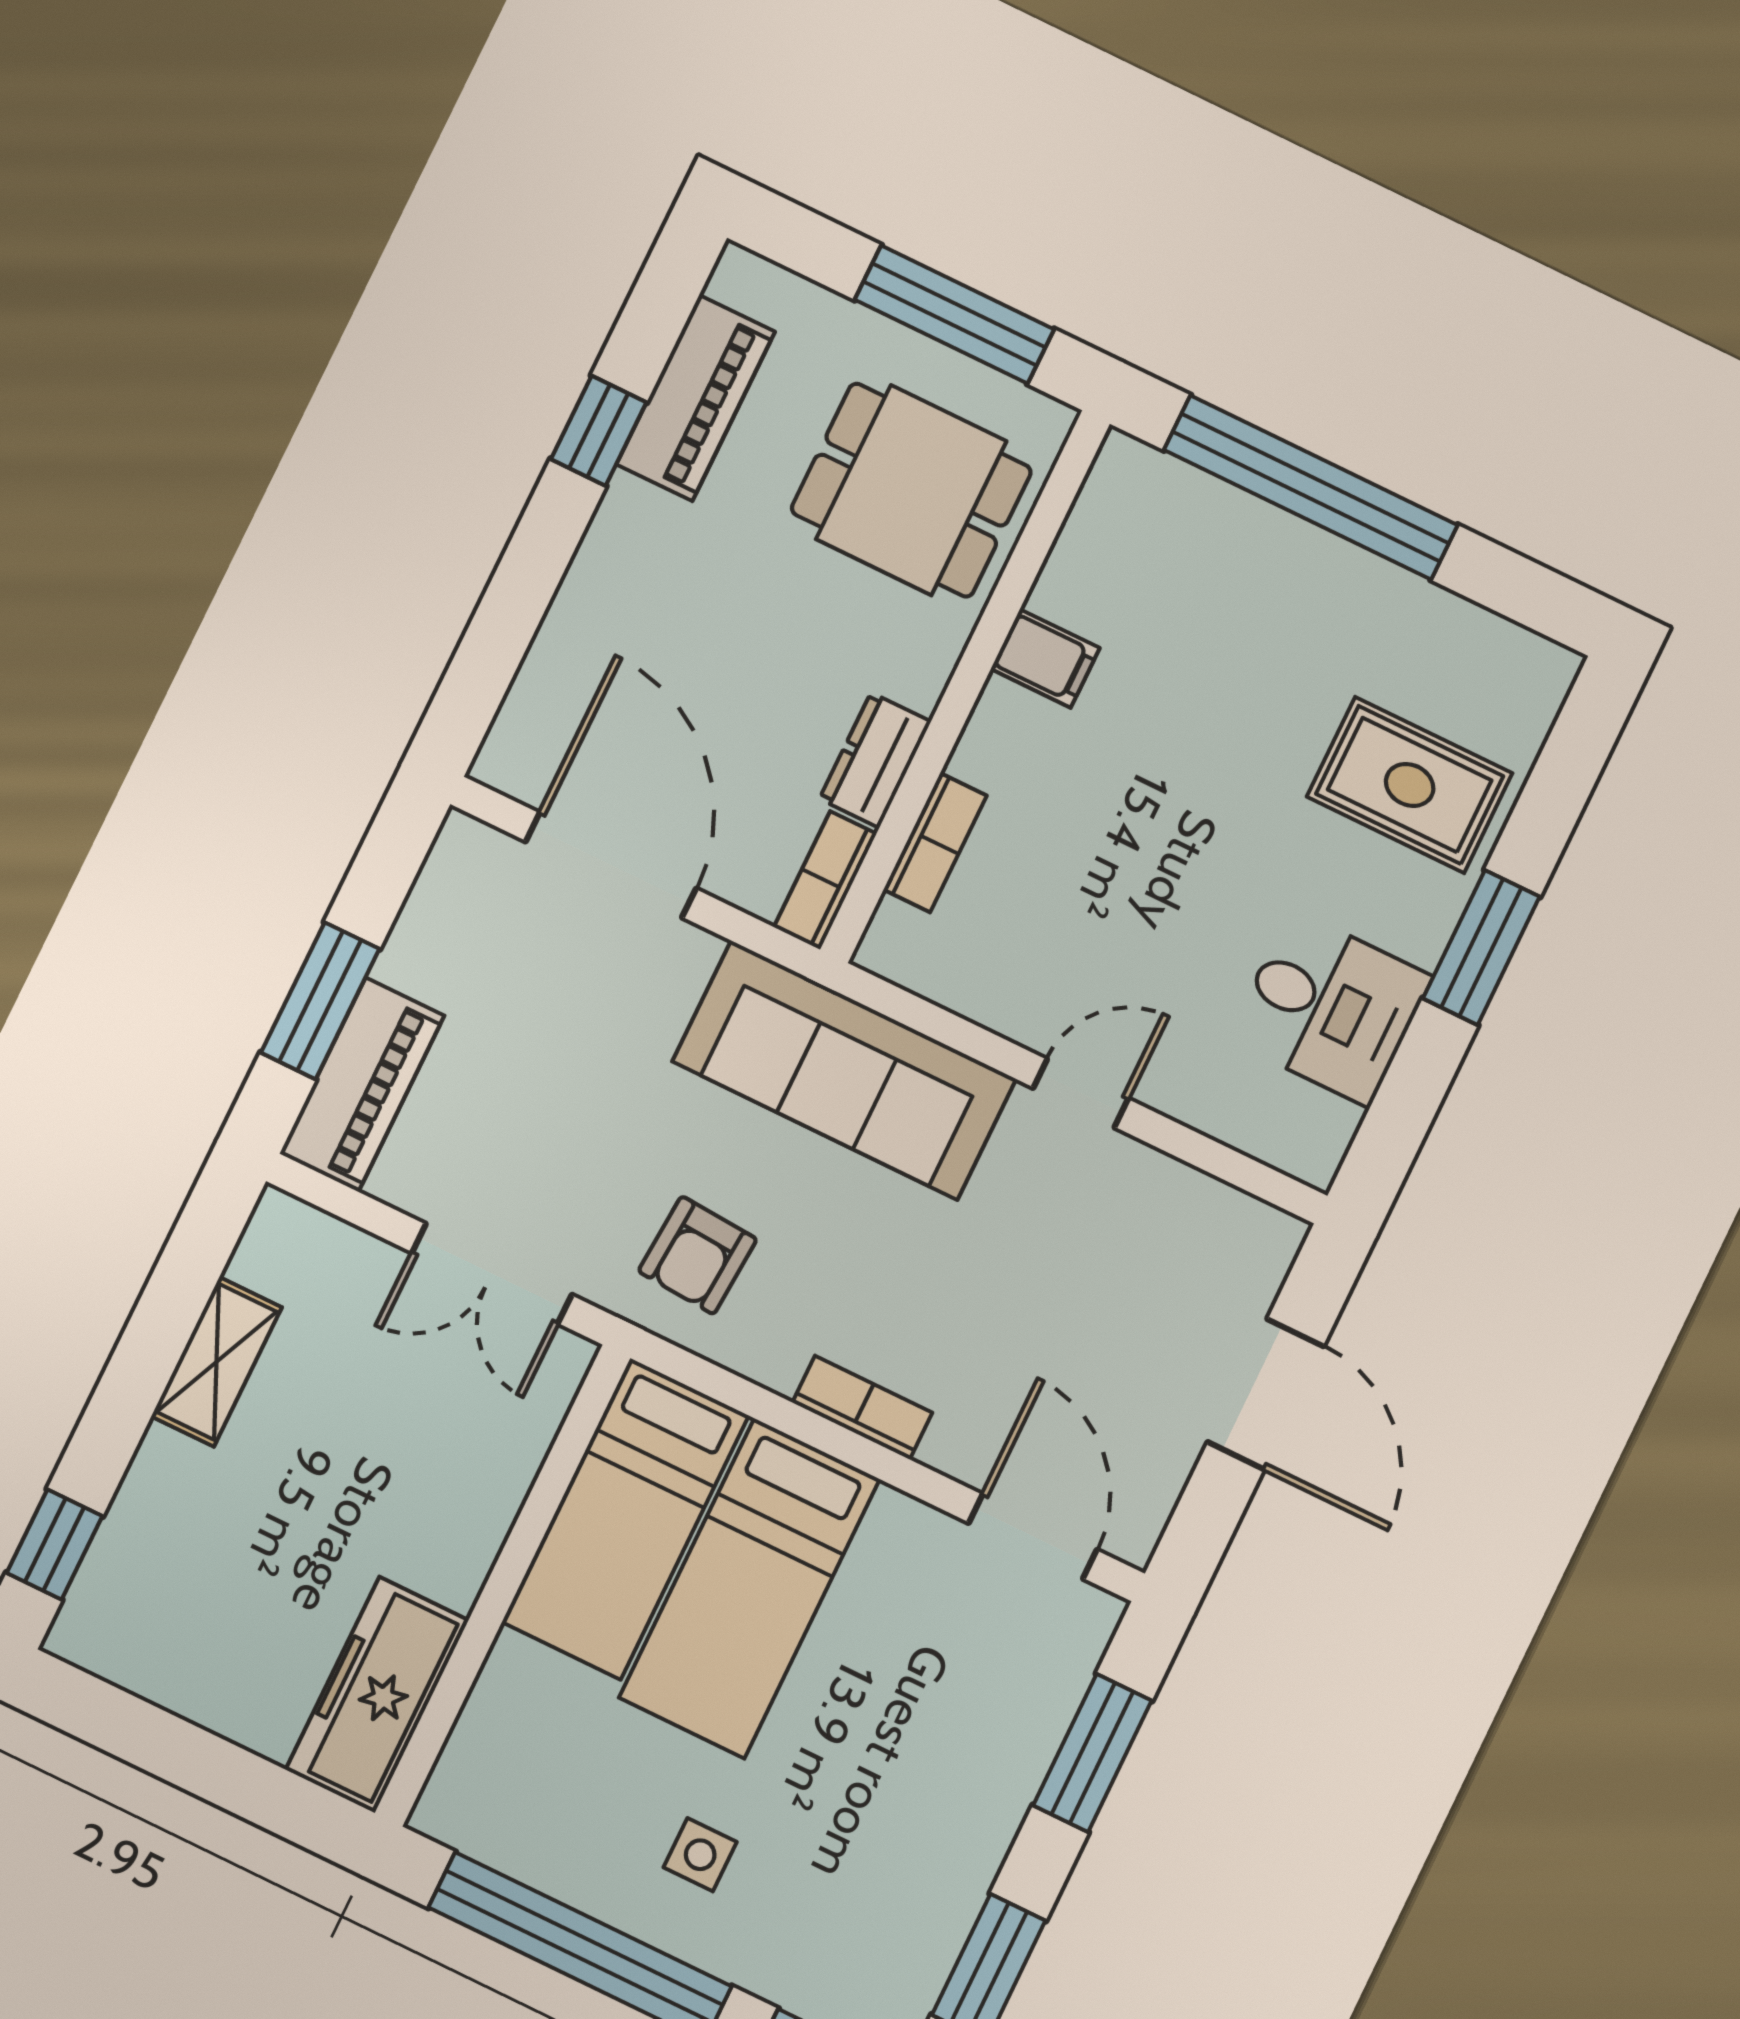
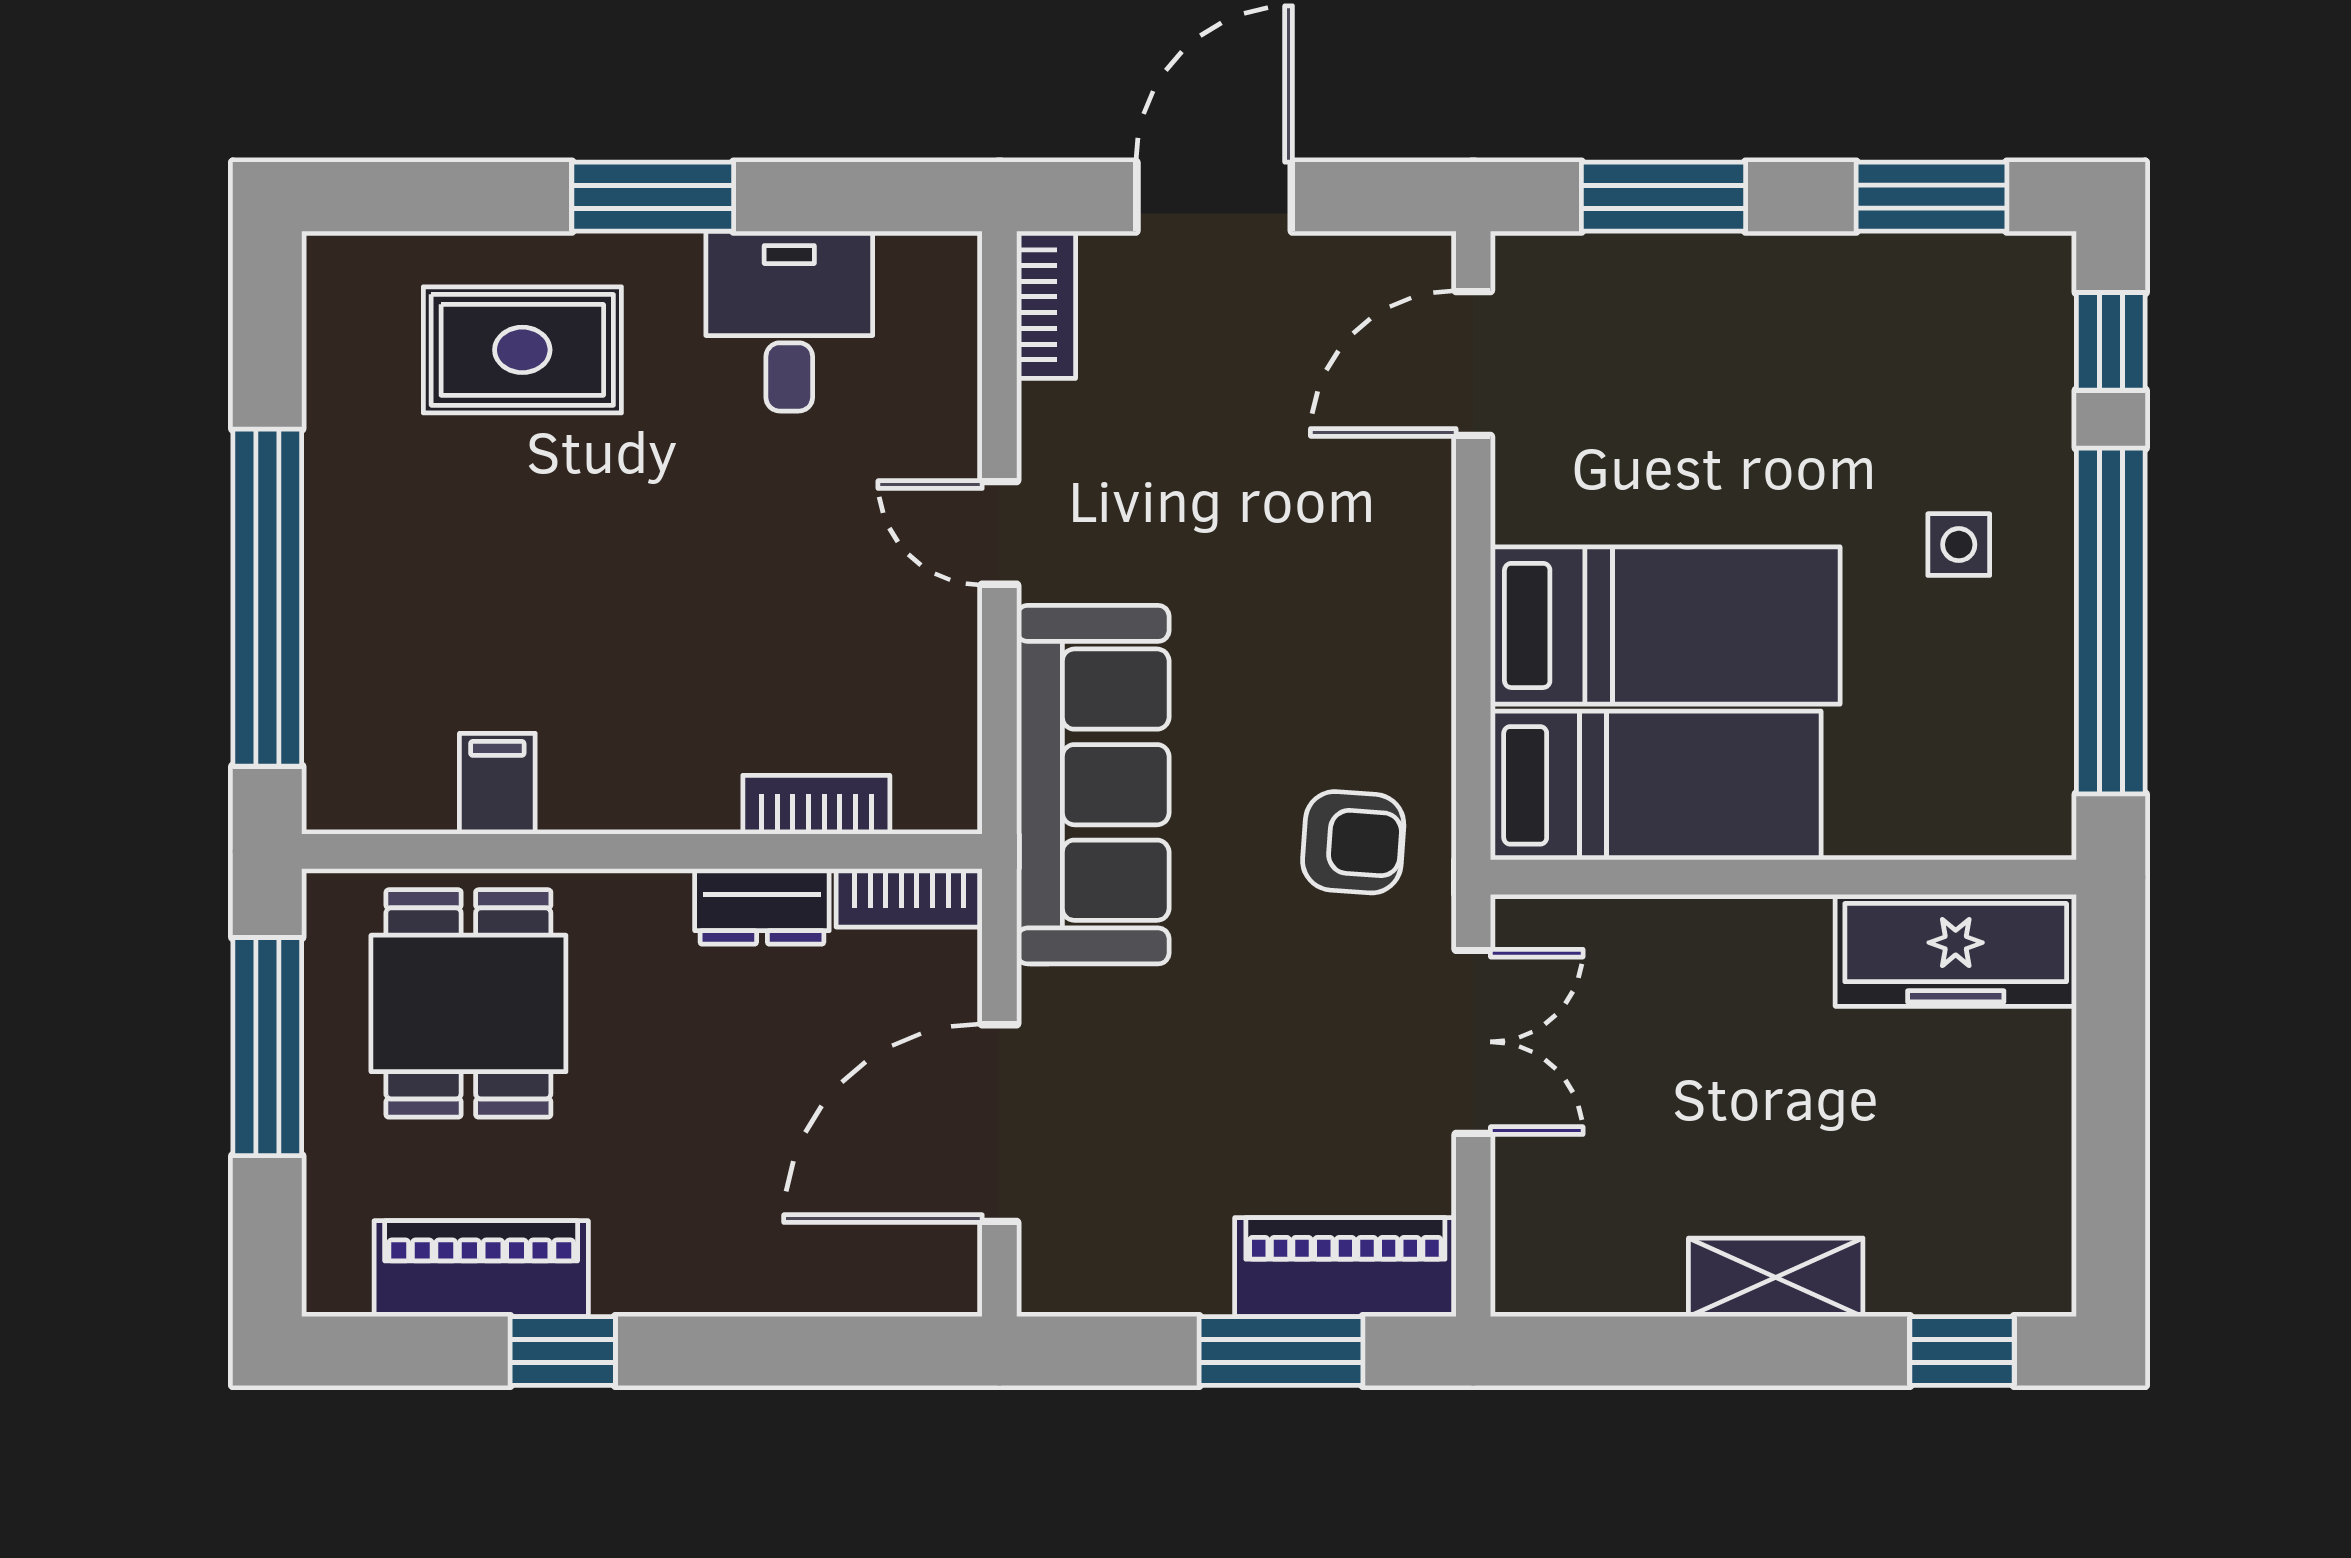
filing cabinet: (1045, 658) -> (497, 784), moved
rug: (1410, 785) -> (522, 350), turned 90
shelving: (217, 1362) -> (1776, 1277), moved
bookcase: (862, 1408) -> (1046, 305), moved, turned 180

